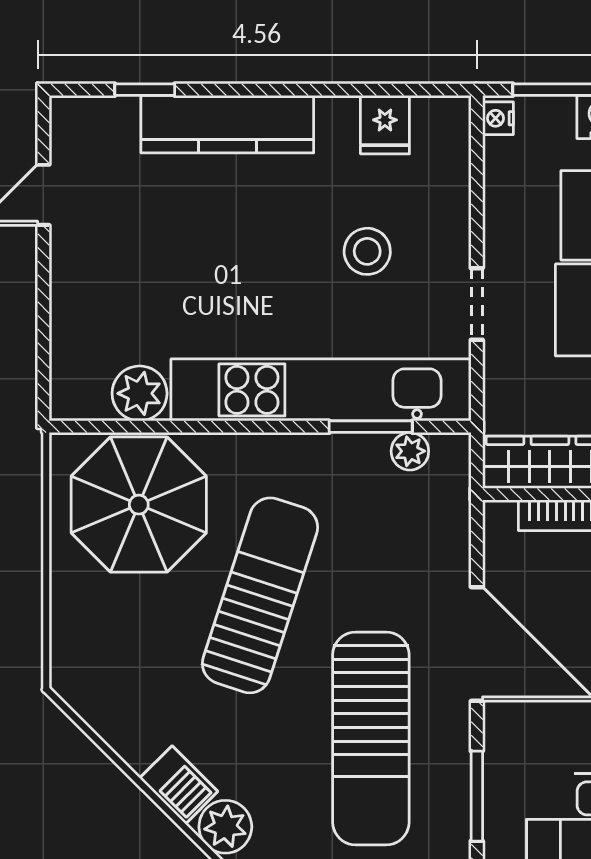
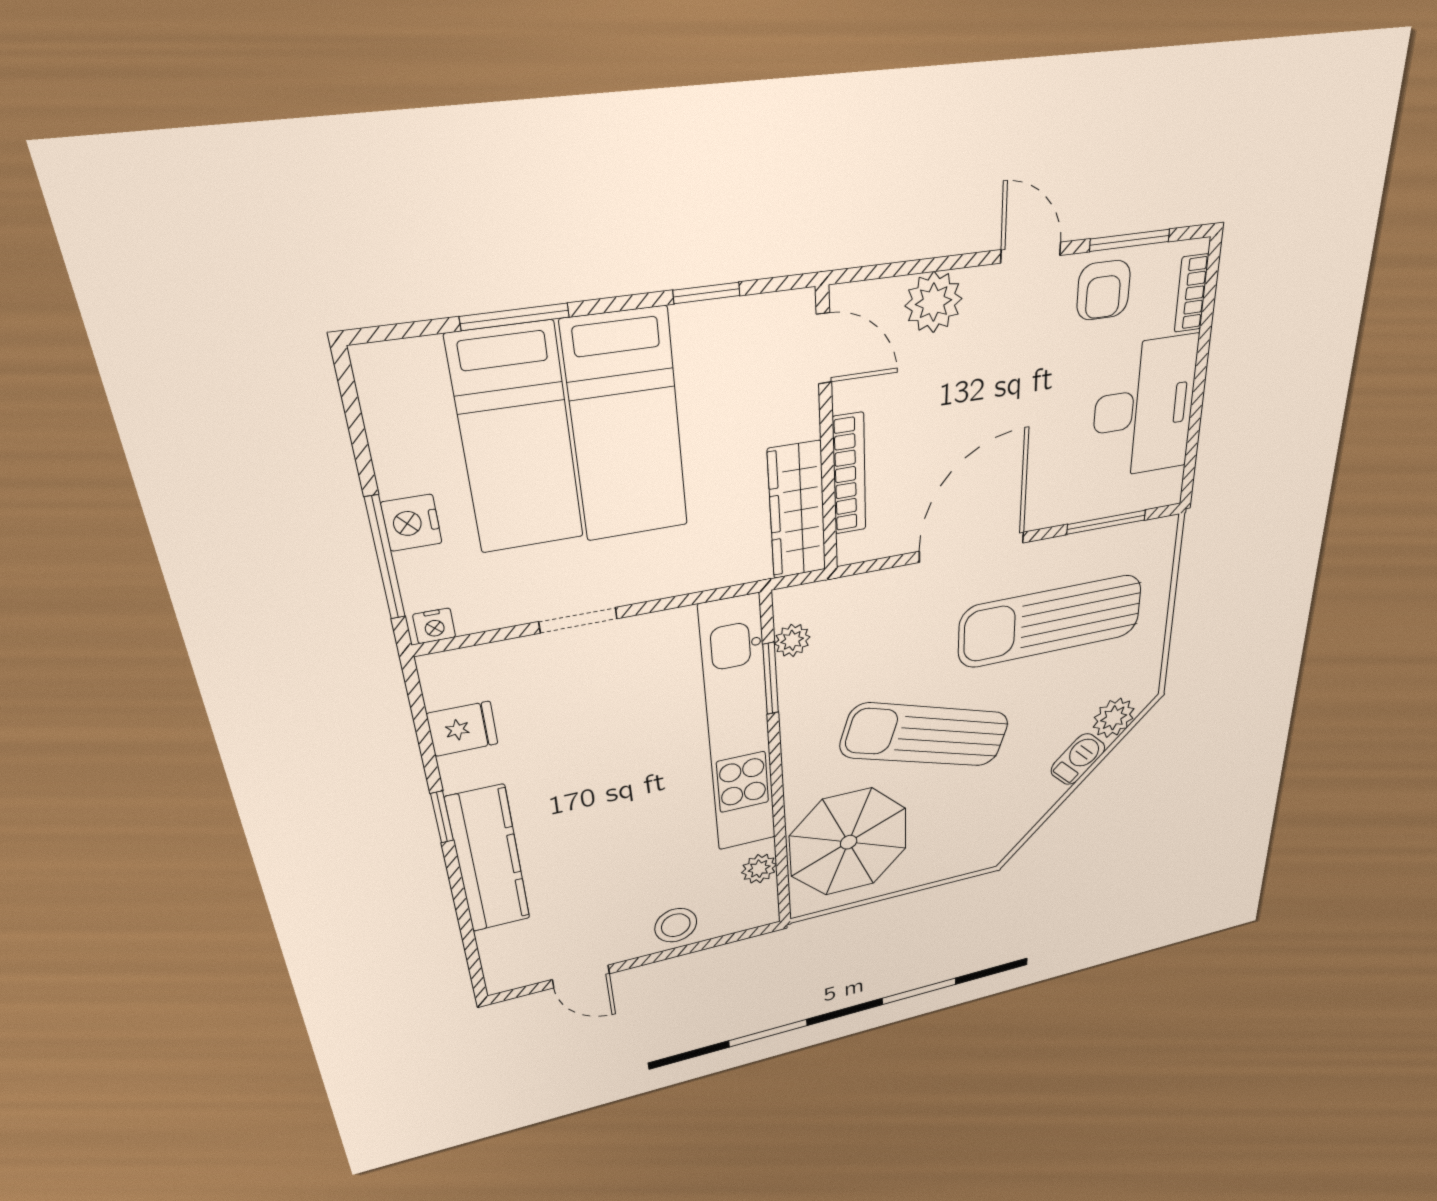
window: (145, 90) -> (442, 817), moved
stool: (367, 251) -> (676, 925), moved
doorway: (477, 304) -> (578, 620), moved
plant: (140, 393) -> (759, 869), width x0.73, depth x0.73
sun lounger: (371, 739) -> (1051, 621), turned 180

